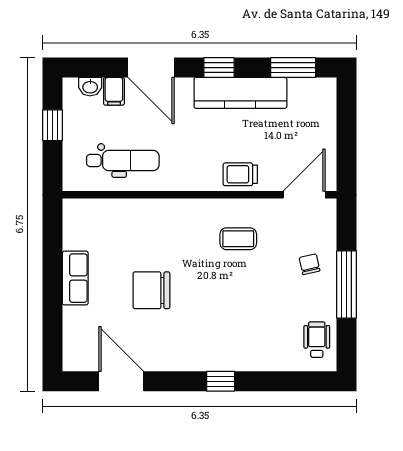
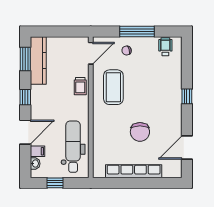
kitchen counter: (240, 93) -> (38, 60), moved
dental chair: (123, 160) -> (73, 147), width x1.36, depth x1.38
door: (304, 195) -> (91, 53), swing flipped
coffee table: (238, 239) -> (113, 87), width x1.86, depth x1.72
row of seats: (75, 278) -> (134, 171), width x2.02
wheelchair: (317, 340) -> (165, 47), turned 90

